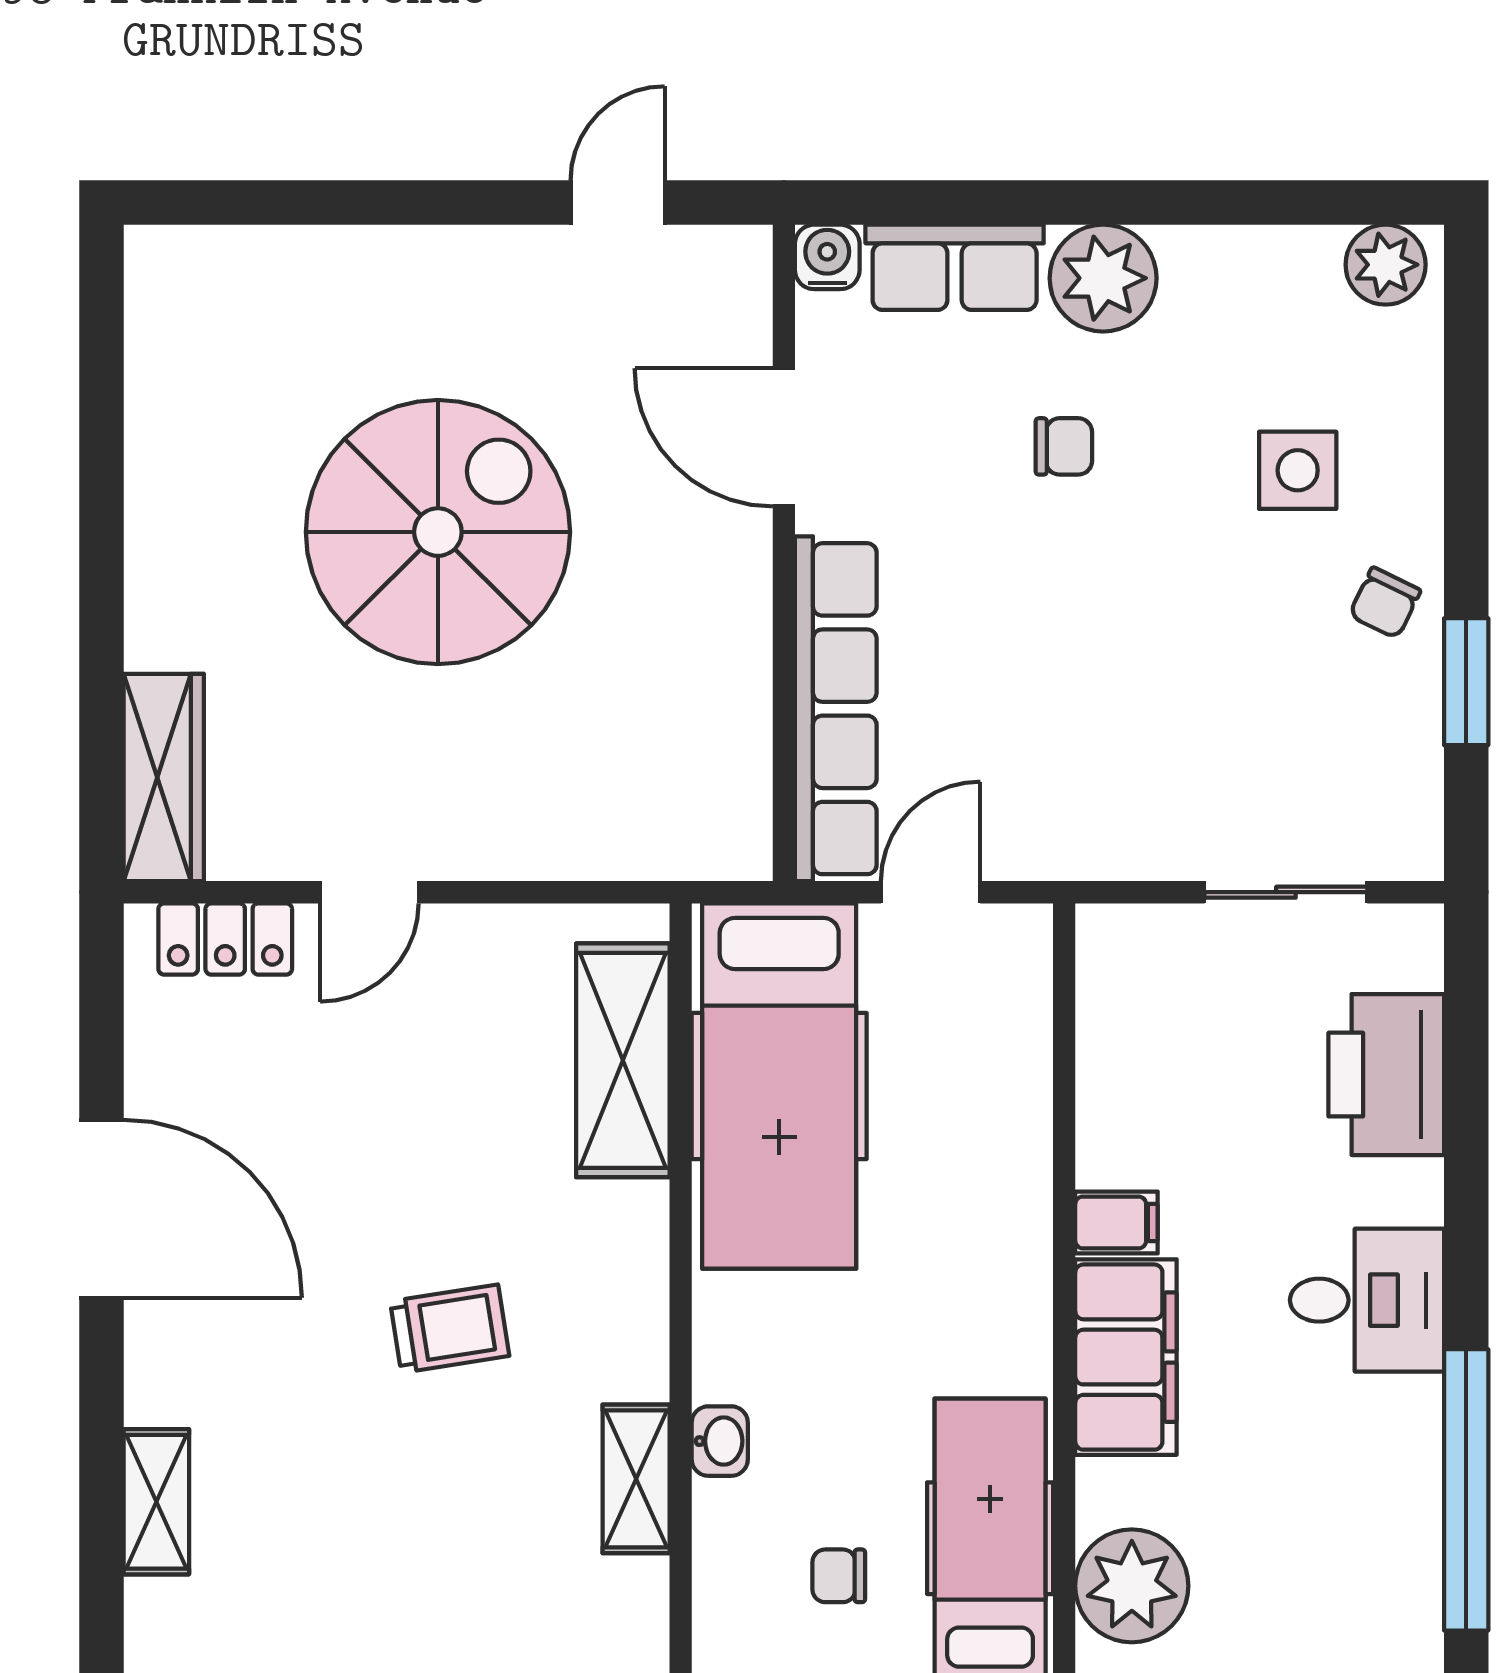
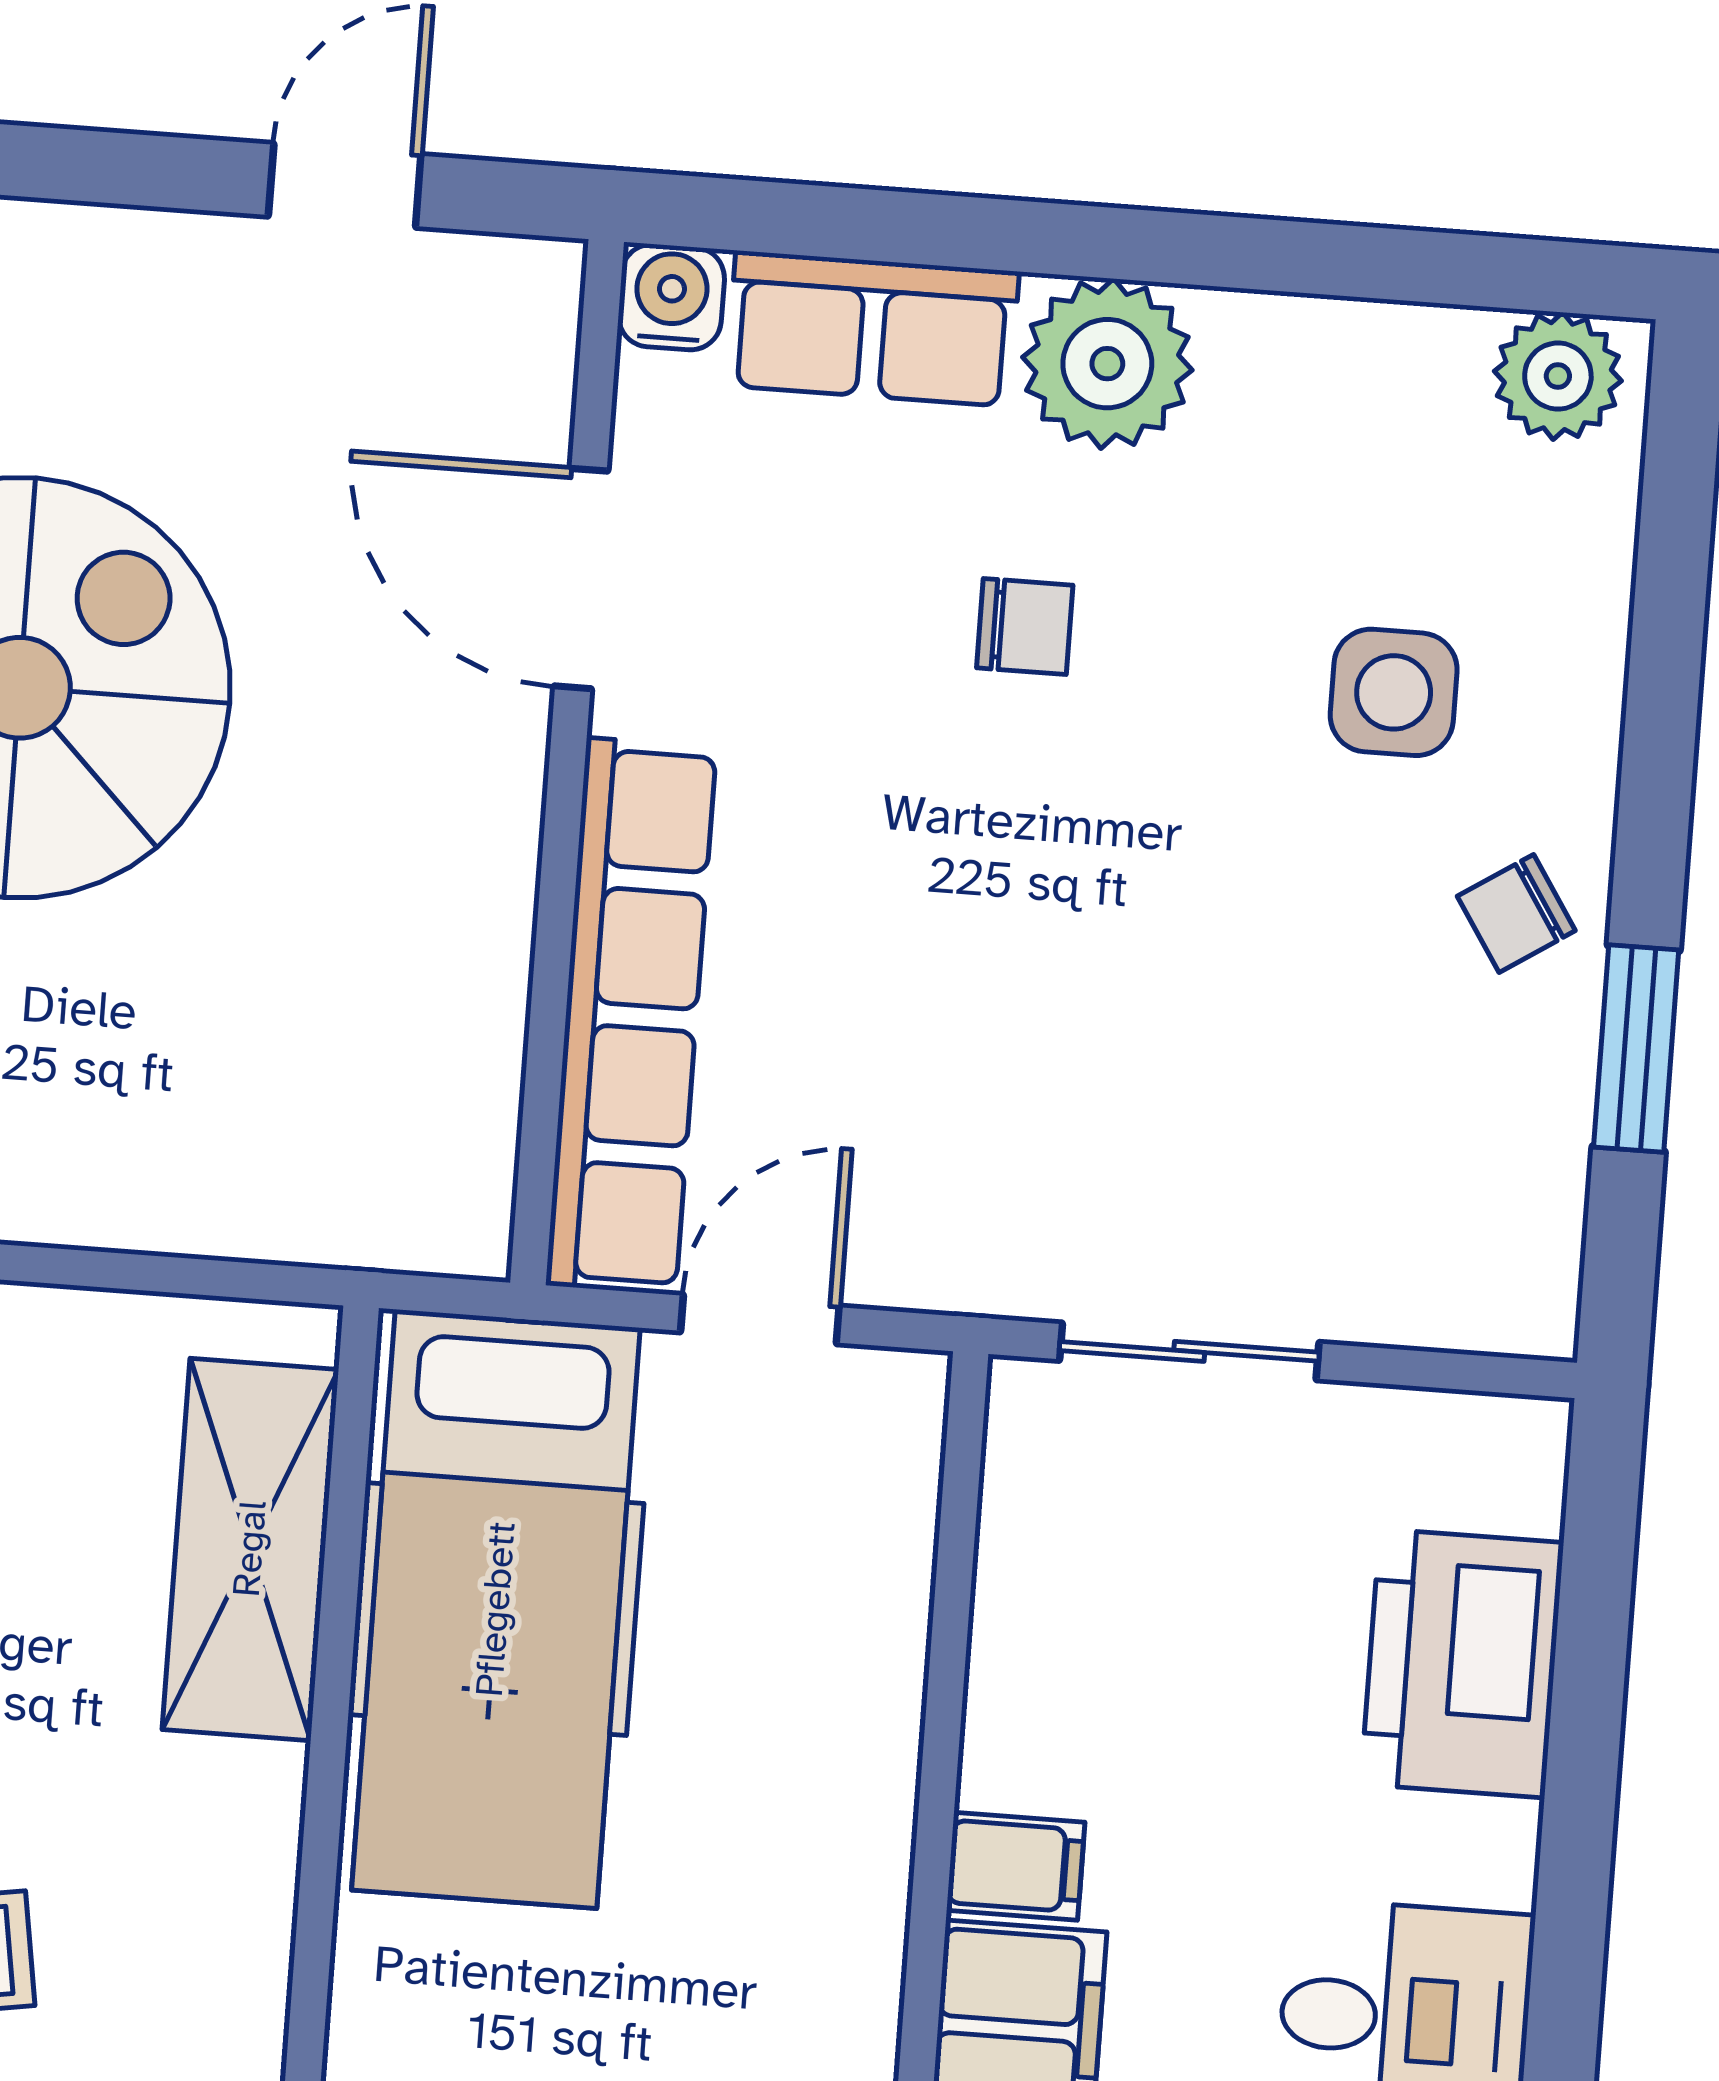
chair: (1385, 603) -> (1516, 913), turned 31
sliding door: (1286, 892) -> (1189, 1351), moved

